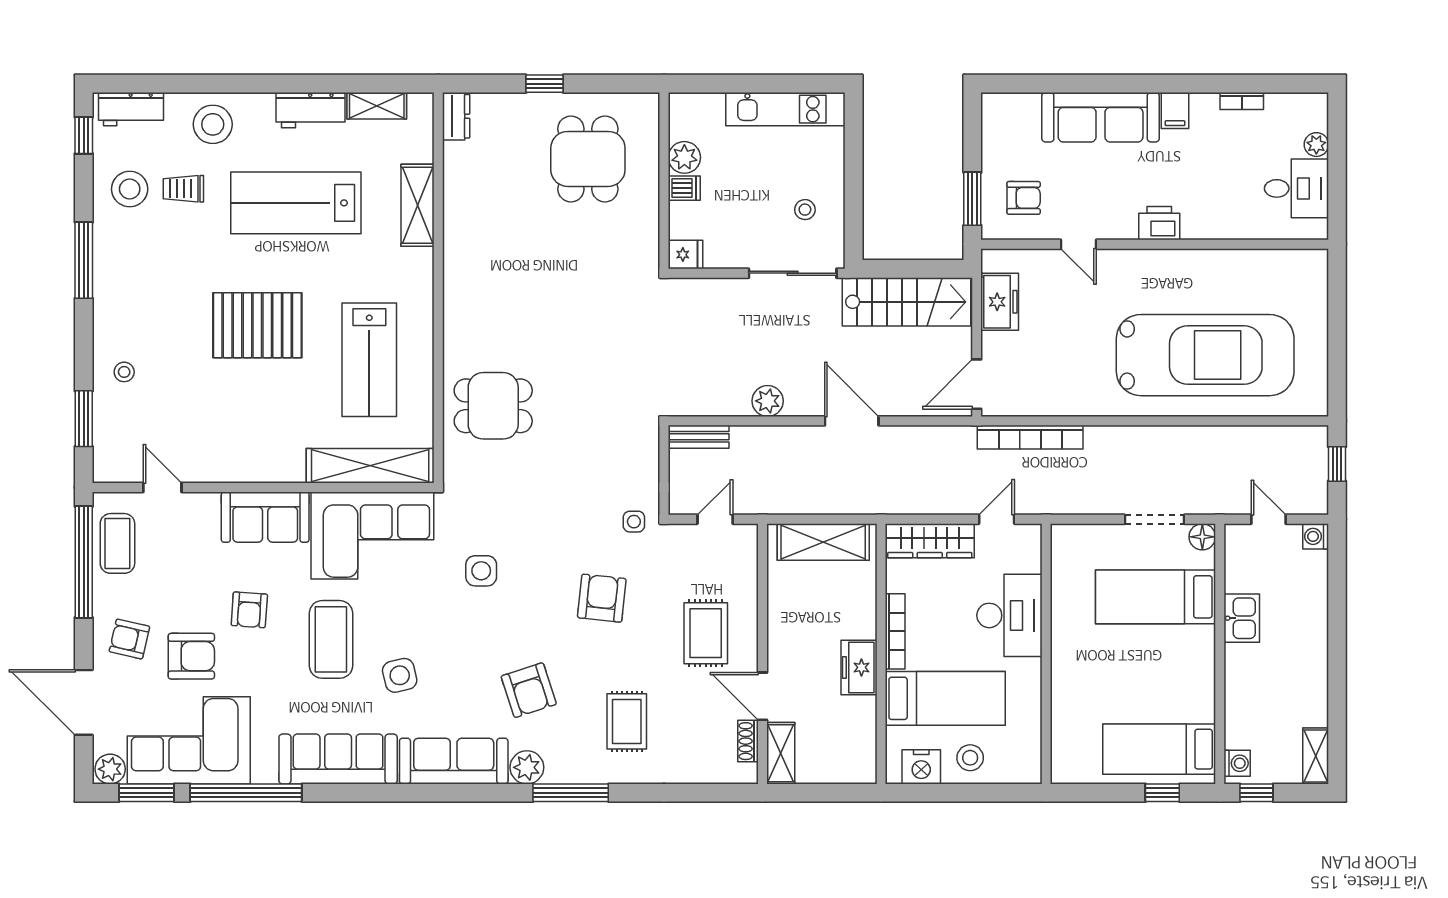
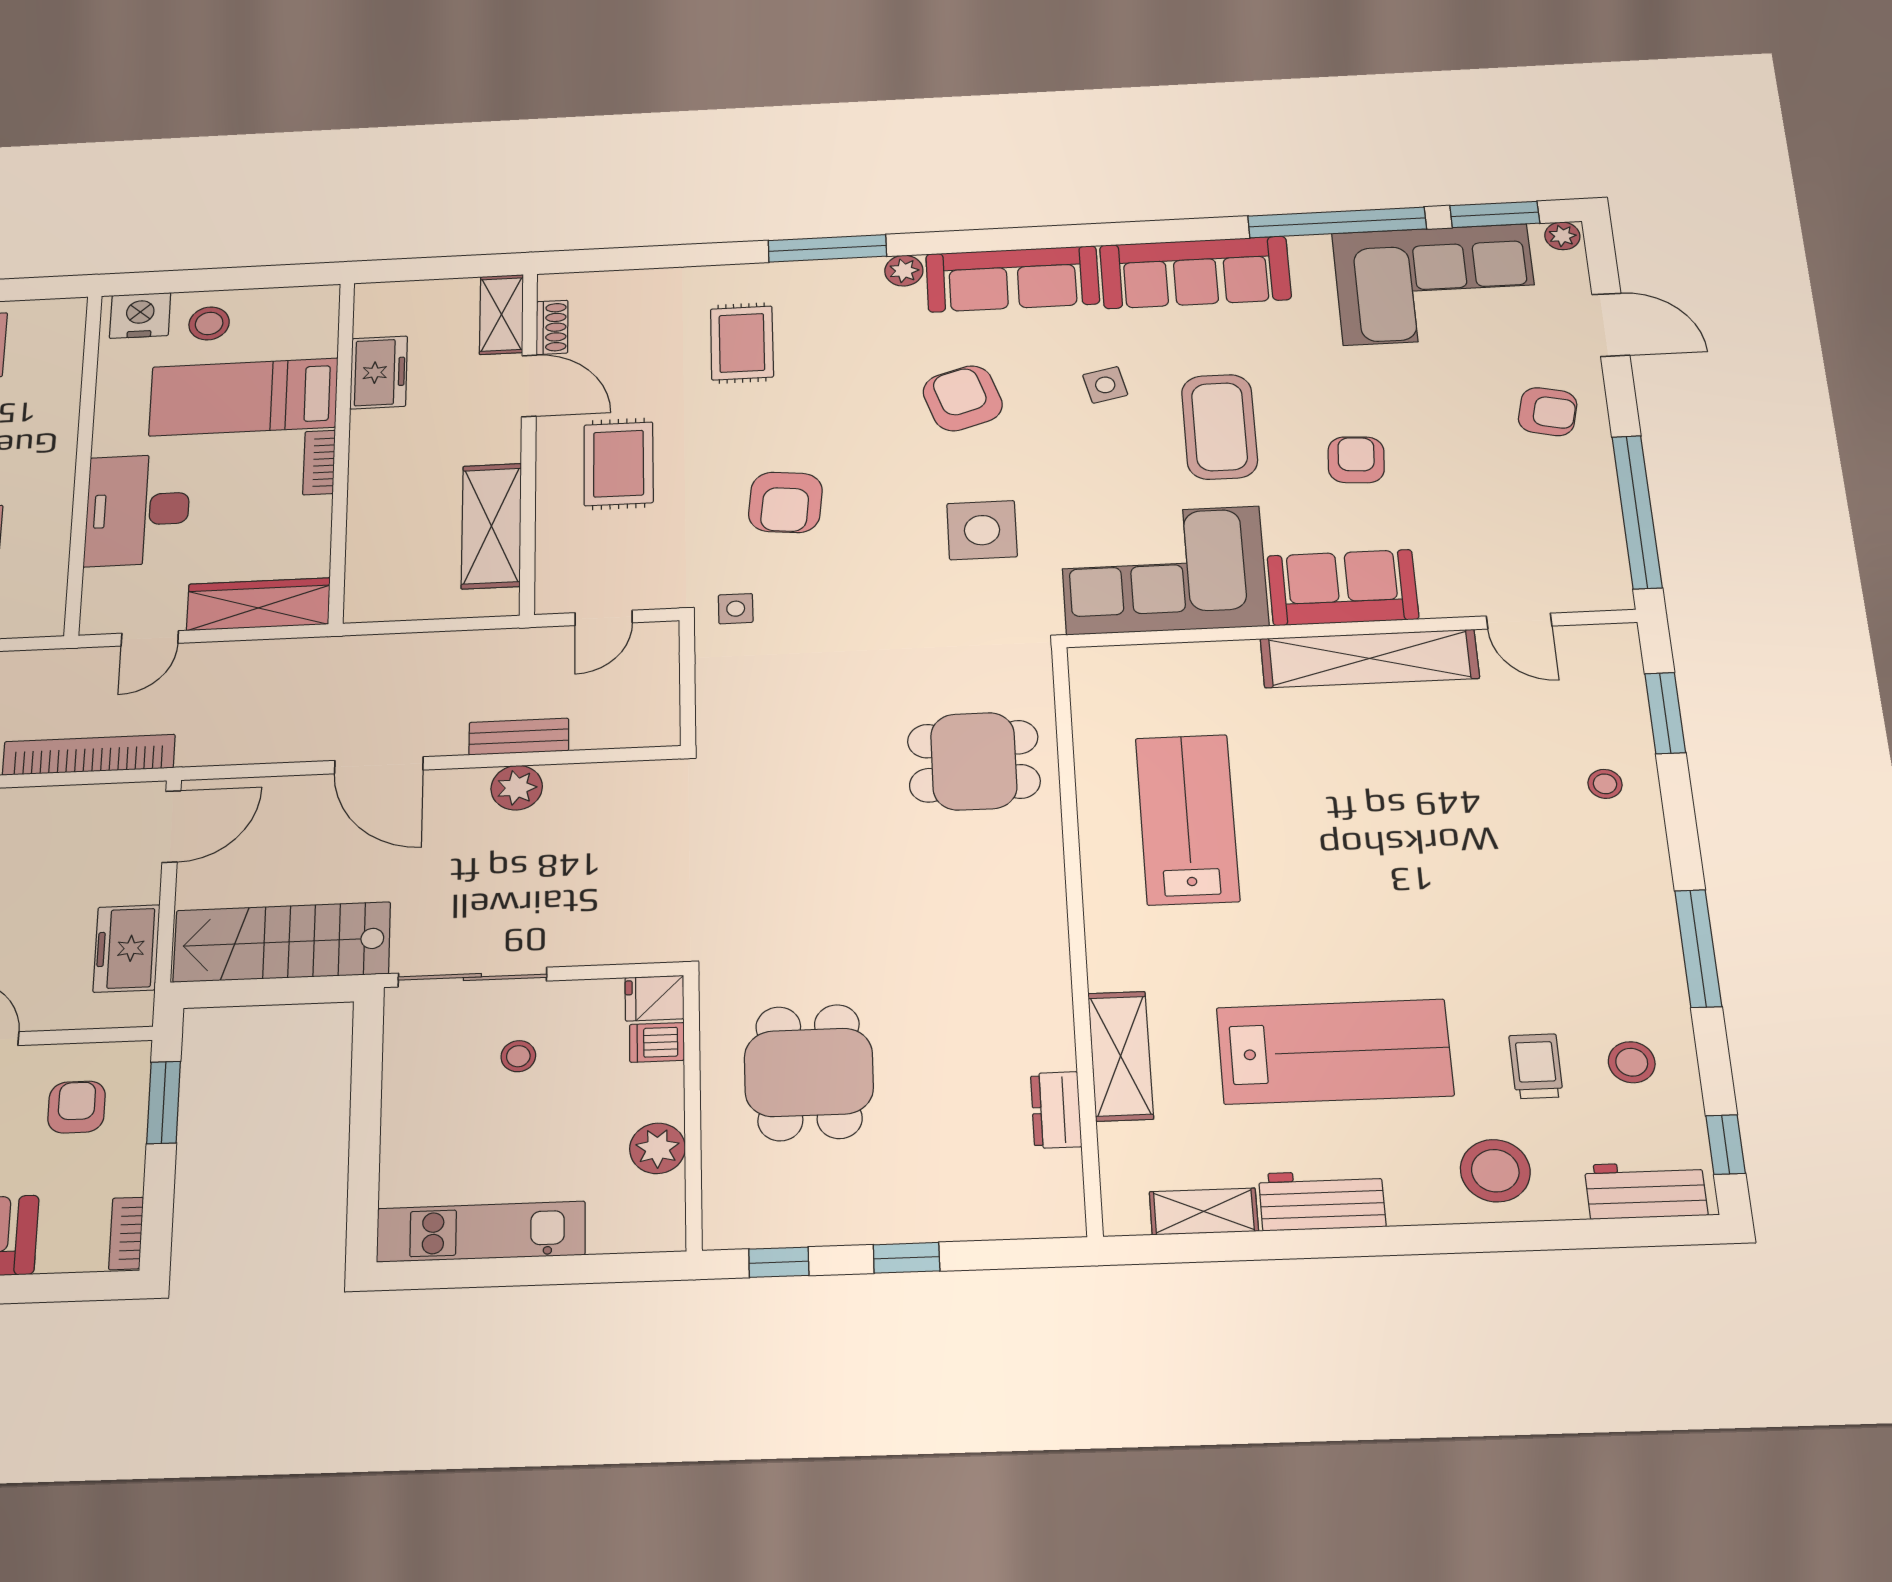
window: (616, 84) -> (779, 1262), added
dresser: (456, 116) -> (1056, 1110), moved
bookcase: (990, 116) -> (126, 1233), added
dining table: (588, 159) -> (809, 1072), moved
dishwasher: (684, 188) -> (657, 1042), moved
stool: (130, 189) -> (1632, 1062), width x0.73, depth x0.73
trolley: (183, 189) -> (1536, 1066), turned -90
armchair: (1024, 198) -> (76, 1107), turned 90
stool: (805, 210) -> (518, 1056), moved
pallet: (257, 325) -> (1384, 862), removed
bench: (699, 437) -> (519, 737), moved
shelving: (370, 466) -> (1369, 658), moved
shelving: (823, 542) -> (491, 526), moved, turned 90
coffee table: (117, 543) -> (1584, 540), removed
side table: (481, 571) -> (982, 530), width x1.37, depth x1.37
bookcase: (895, 631) -> (319, 463), width x0.64
armchair: (191, 656) -> (1444, 394), removed
freezer: (859, 667) -> (379, 372), moved
side table: (400, 675) -> (1105, 385), width x0.73, depth x0.73
armchair: (529, 690) -> (963, 398), moved
door: (84, 702) -> (1611, 325), width x0.73
plant: (527, 767) -> (904, 271), width x0.73, depth x0.73
nightstand: (921, 767) -> (140, 315), moved
plant: (110, 769) -> (1562, 236), width x0.73, depth x0.73

